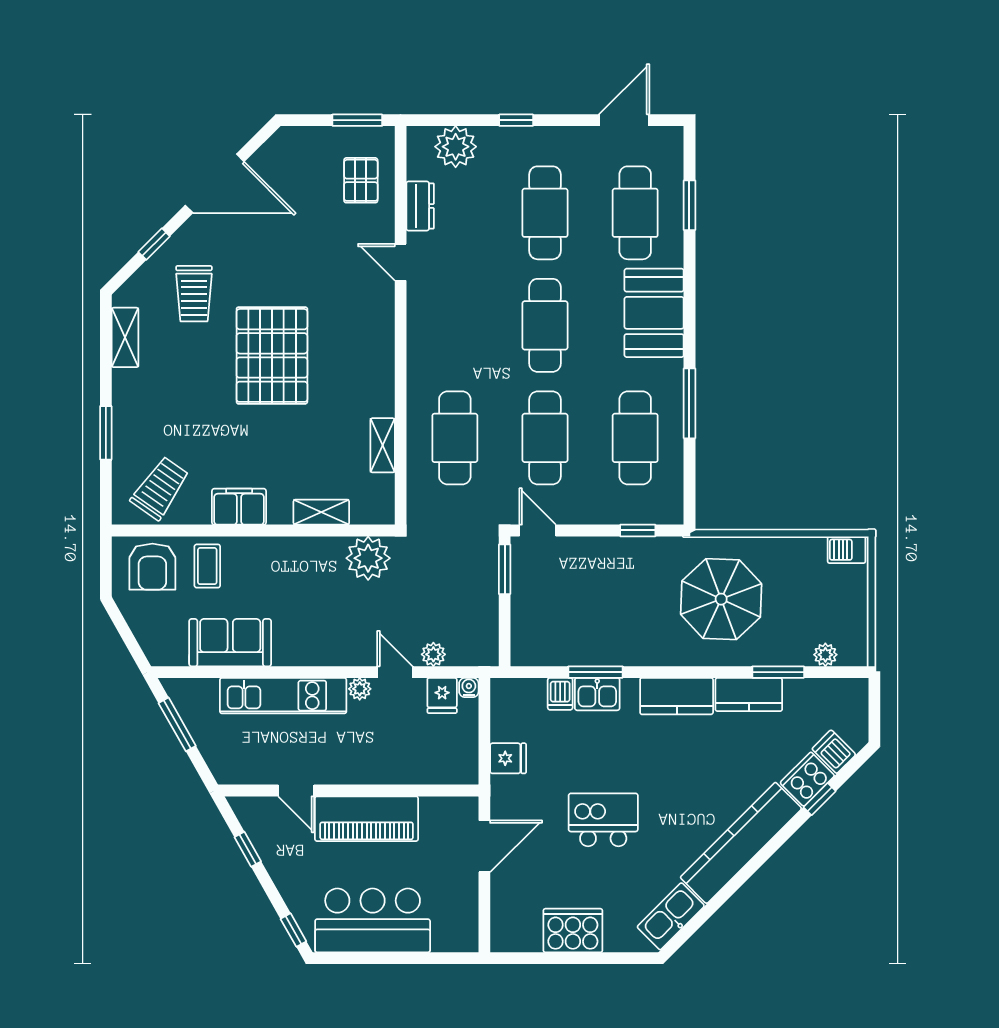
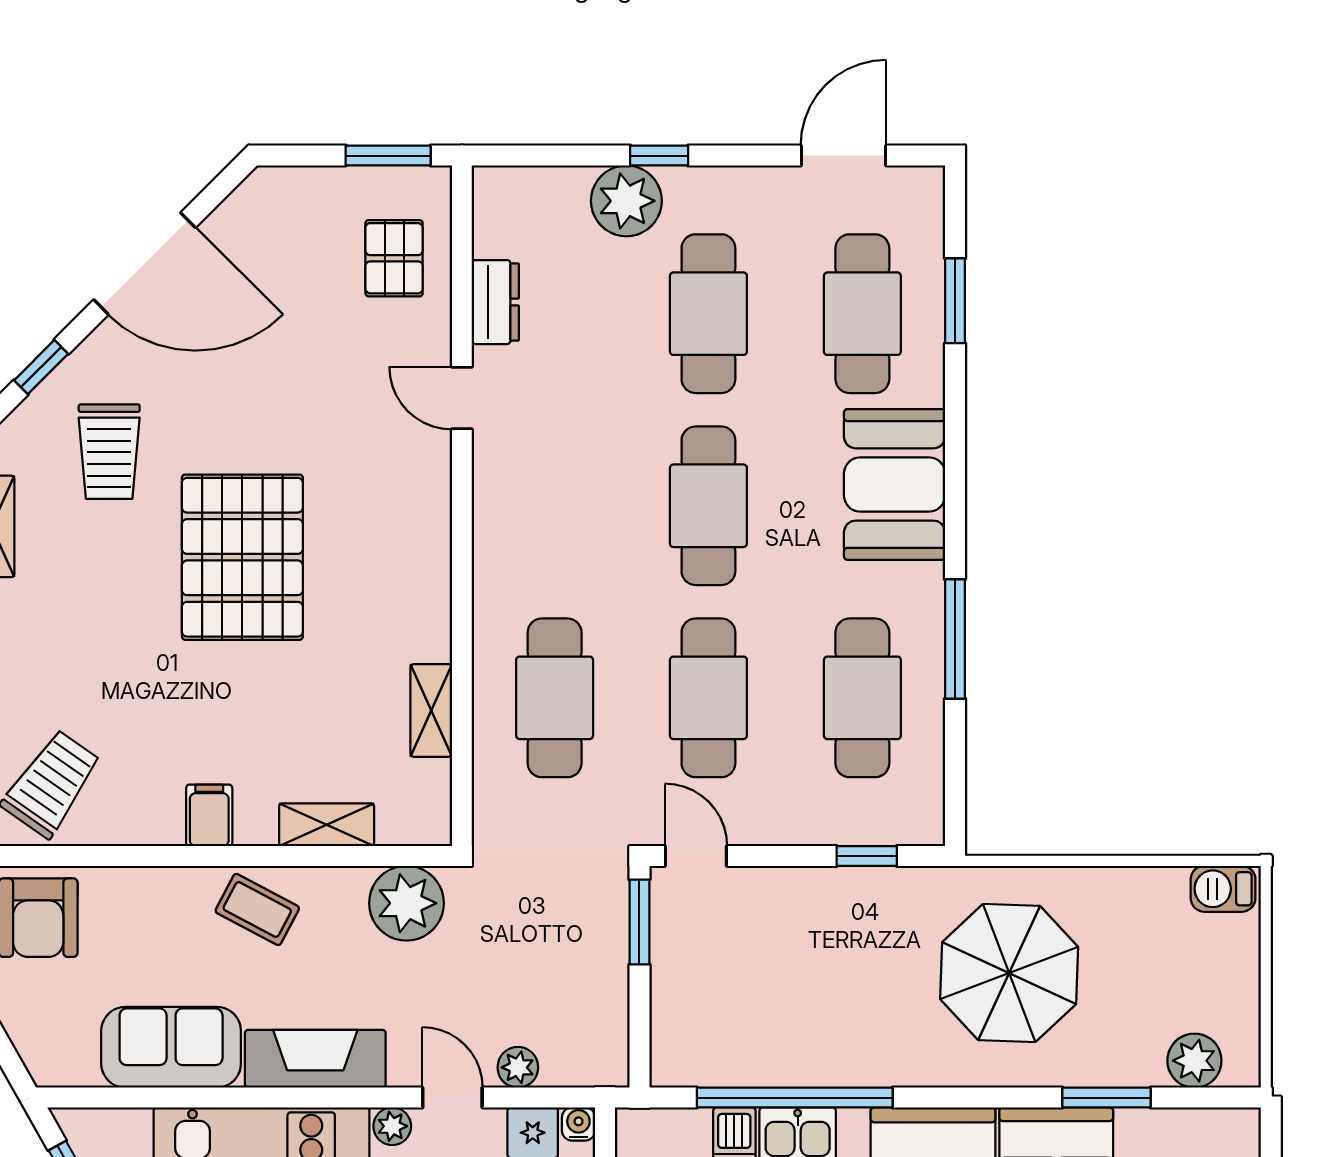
plant: (456, 147) -> (626, 201), moved
filing cabinet: (239, 507) -> (209, 815), width x0.50
coffee table: (207, 566) -> (257, 910), moved, turned -62
fireplace: (315, 649) -> (315, 1059), added
plant: (825, 655) -> (1194, 1061), width x1.38, depth x1.38
window: (595, 672) -> (795, 1098), width x2.11

